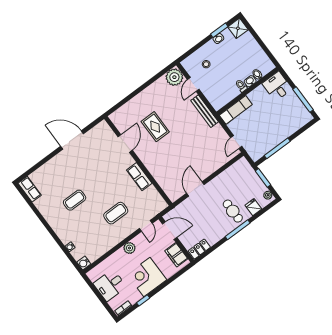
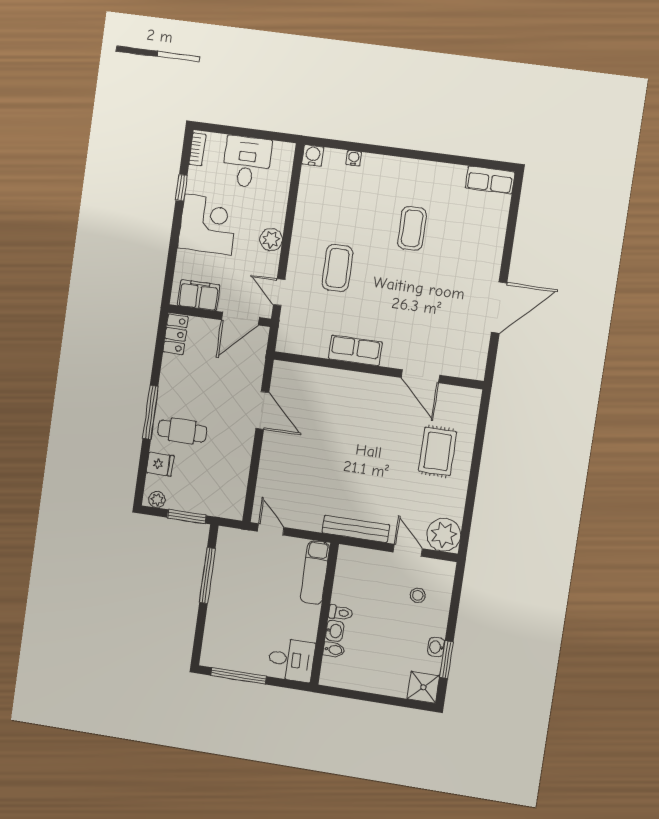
rug: (155, 127) -> (438, 451), moved, turned 90

